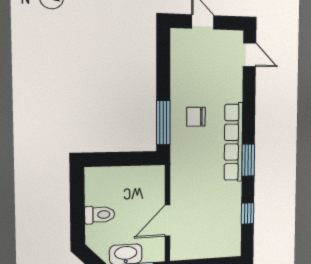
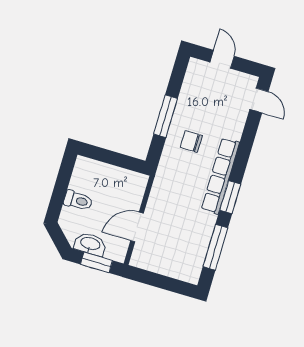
window: (163, 123) -> (166, 116), moved
window: (248, 213) -> (215, 247), width x2.17

